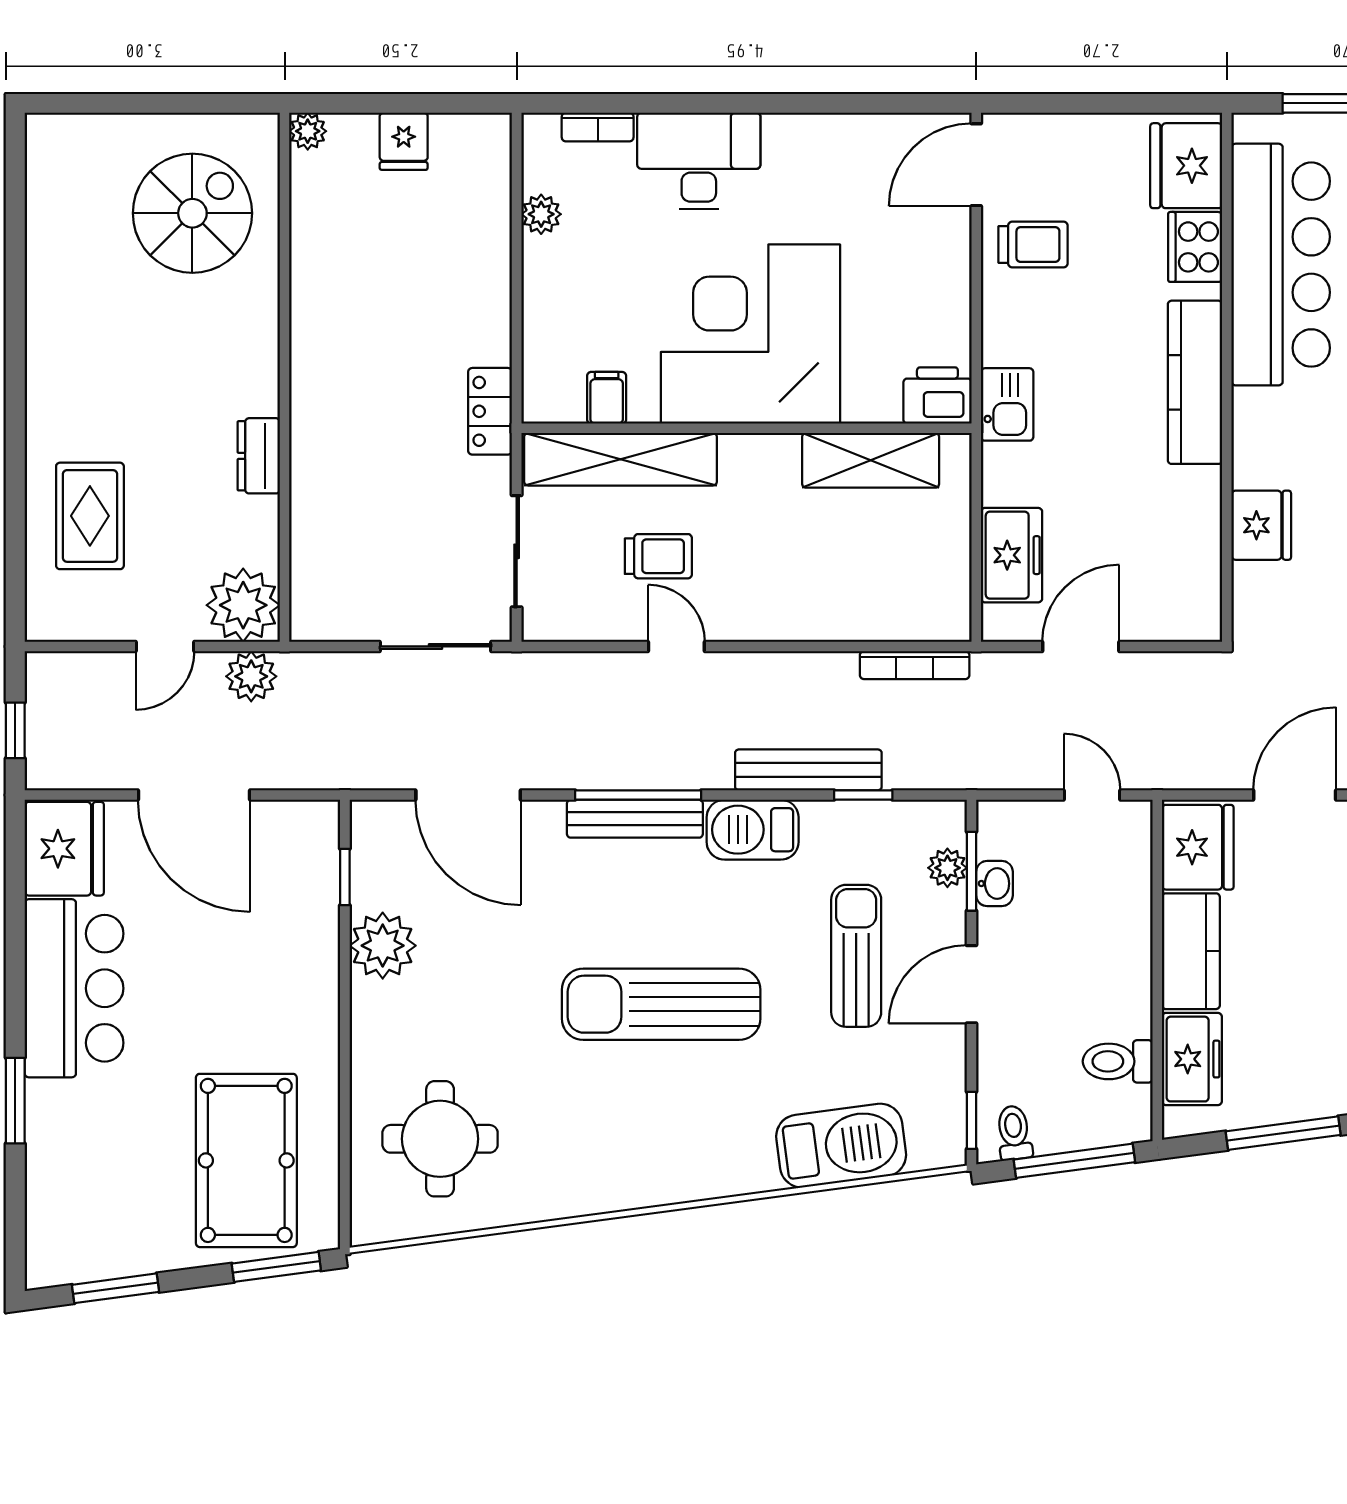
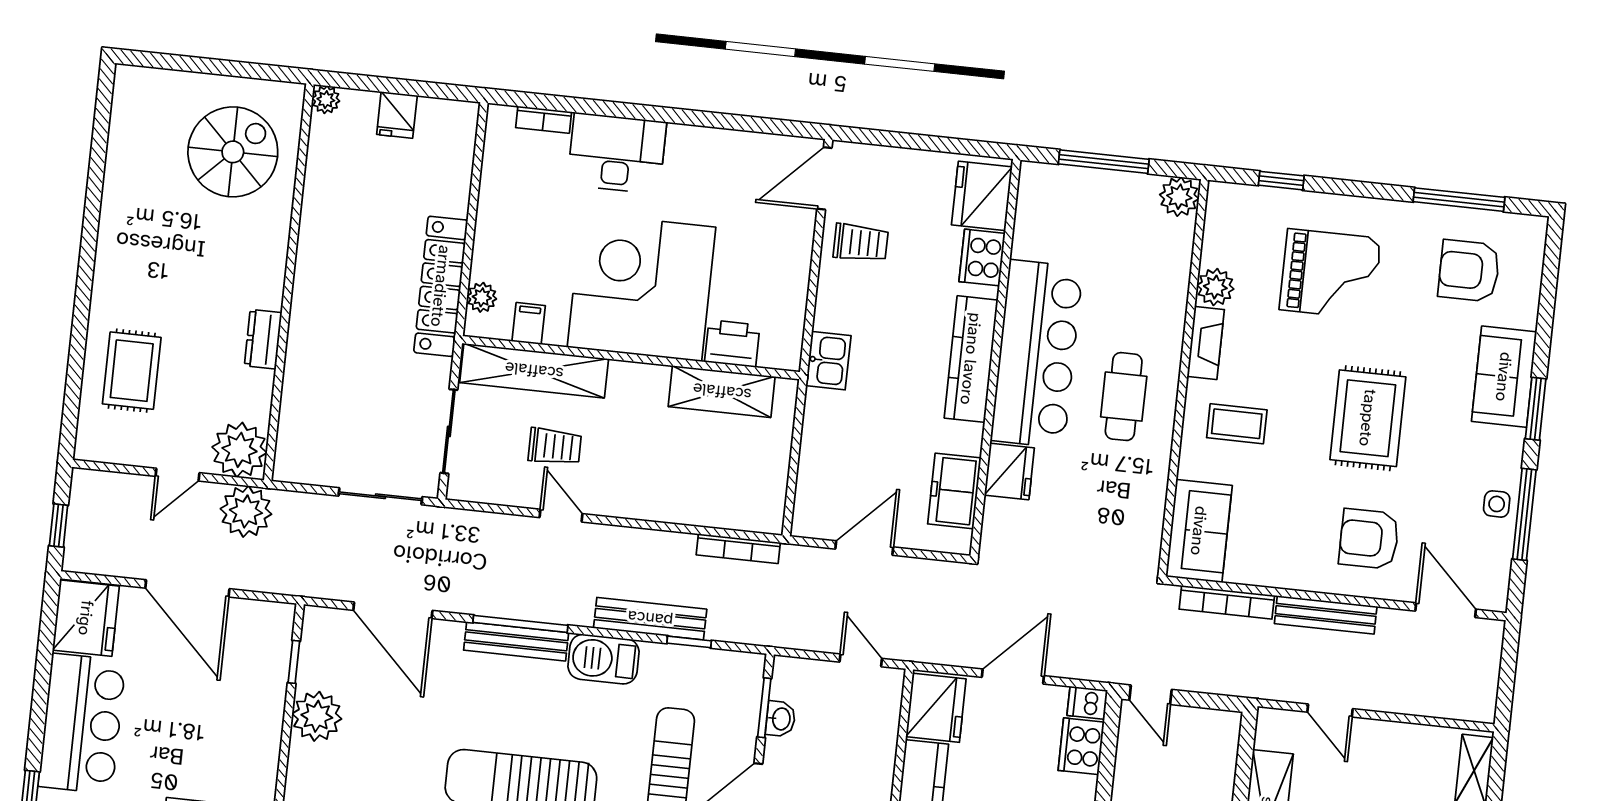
plant: (541, 214) -> (482, 297), moved
bar counter: (1281, 265) -> (1037, 354), moved
printer: (937, 395) -> (732, 343), moved
locker: (490, 411) -> (441, 286), width x2.16, depth x1.21
freezer: (1012, 555) -> (954, 491), moved, turned 180
plant: (251, 676) -> (246, 511), width x1.36, depth x1.36
plant: (947, 868) -> (747, 703), removed

